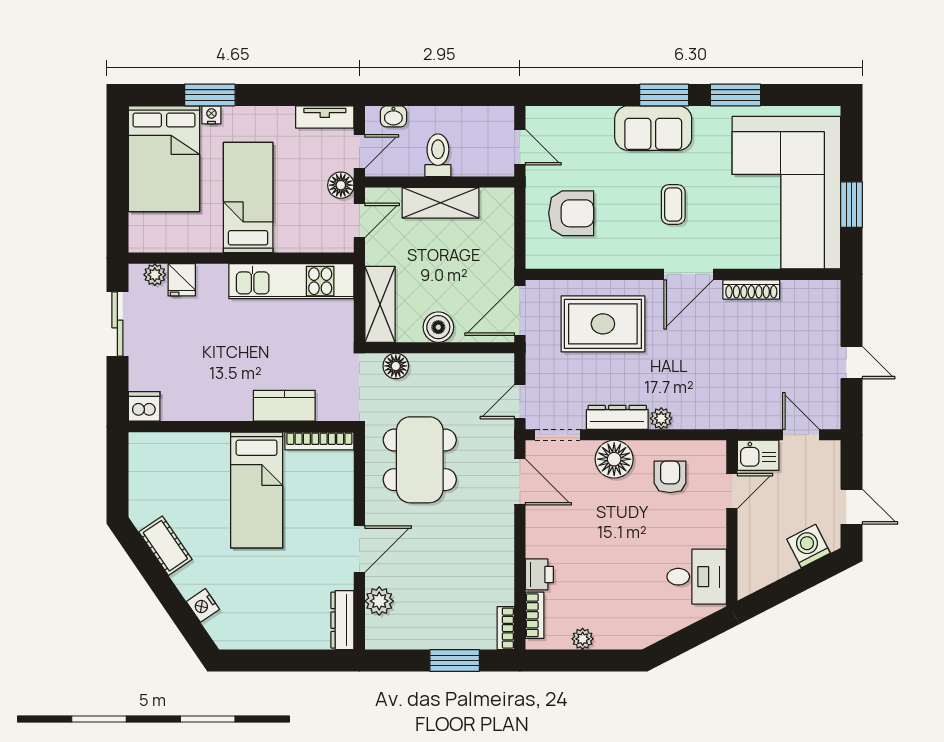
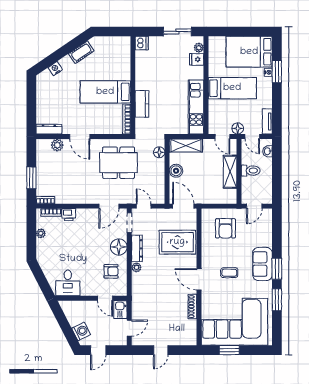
rug: (603, 324) -> (177, 242), turned 90

